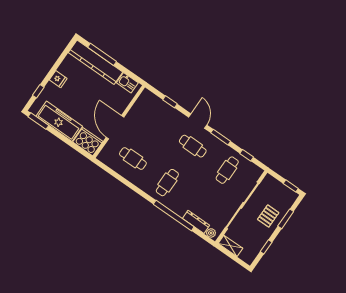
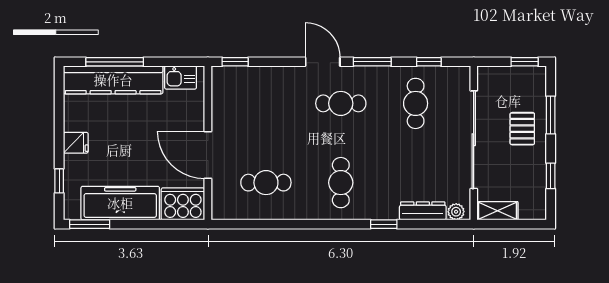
window: (170, 102) -> (235, 62), moved
window: (174, 215) -> (384, 224), width x0.32

